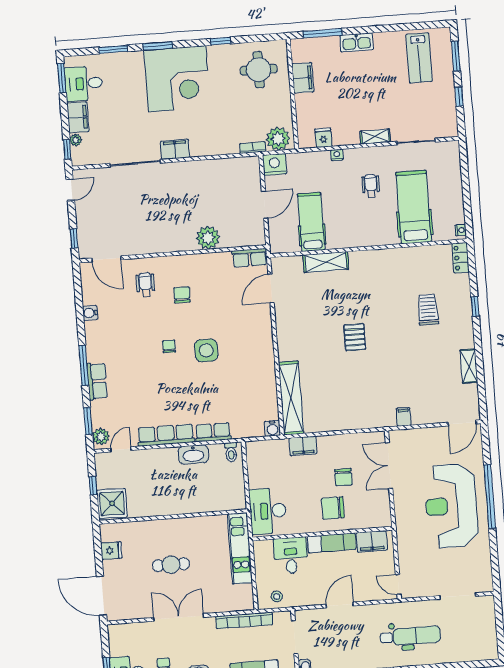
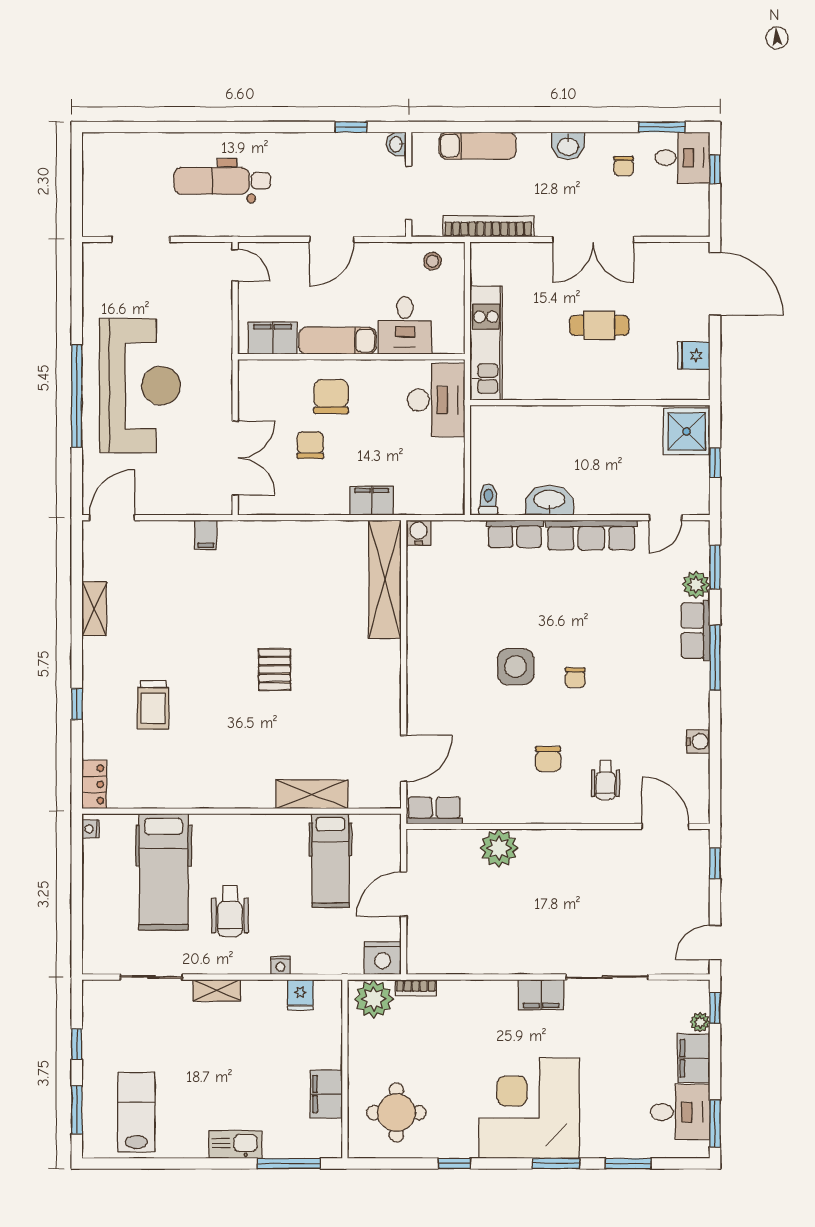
wheelchair: (371, 186) -> (230, 911), width x1.36, depth x1.37
plant: (101, 437) -> (696, 585), moved
chair: (333, 508) -> (331, 397), turned -90

